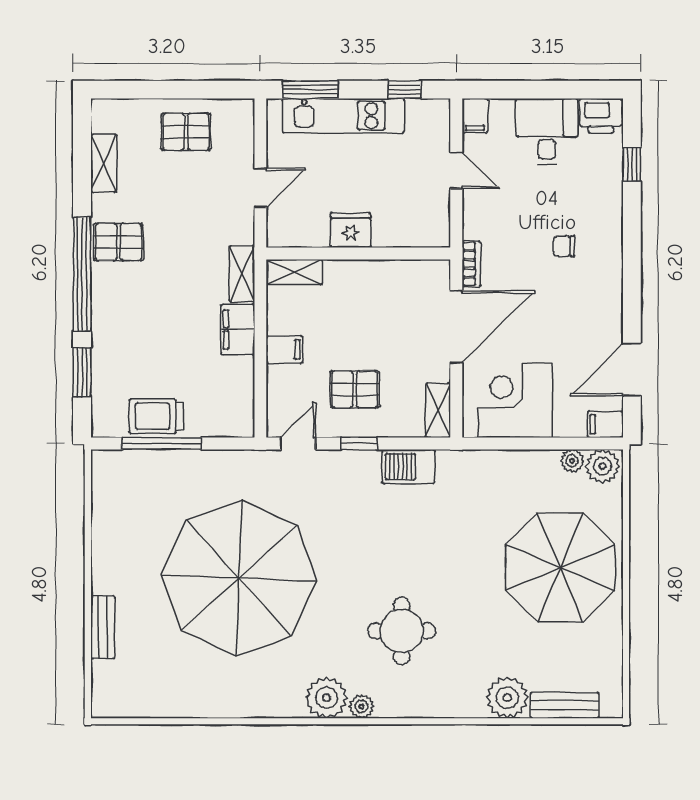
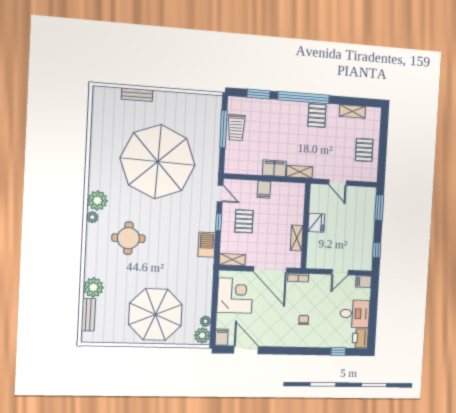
kitchen unit: (343, 116) -> (367, 222), removed
shelving: (294, 272) -> (297, 238), moved
trolley: (156, 416) -> (236, 127), turned 180

